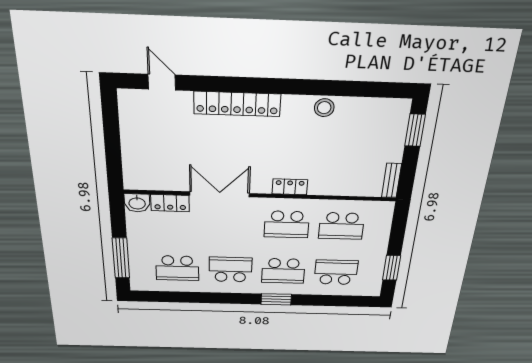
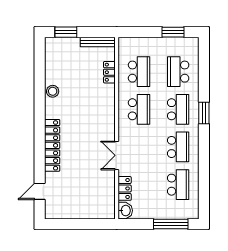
bench: (392, 180) -> (98, 42), width x1.36
locker: (290, 187) -> (109, 72), moved
double door: (220, 194) -> (117, 155), width x0.73
school desk: (230, 270) -> (178, 147), turned 180

